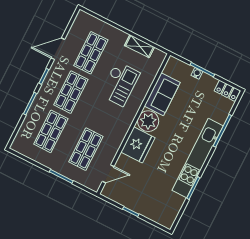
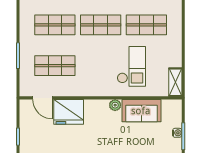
shelving: (140, 46) -> (175, 82), moved
checkout: (120, 84) -> (131, 66), turned -90
plant: (148, 121) -> (115, 105), width x0.53, depth x0.53
fridge: (138, 145) -> (69, 112), moved

